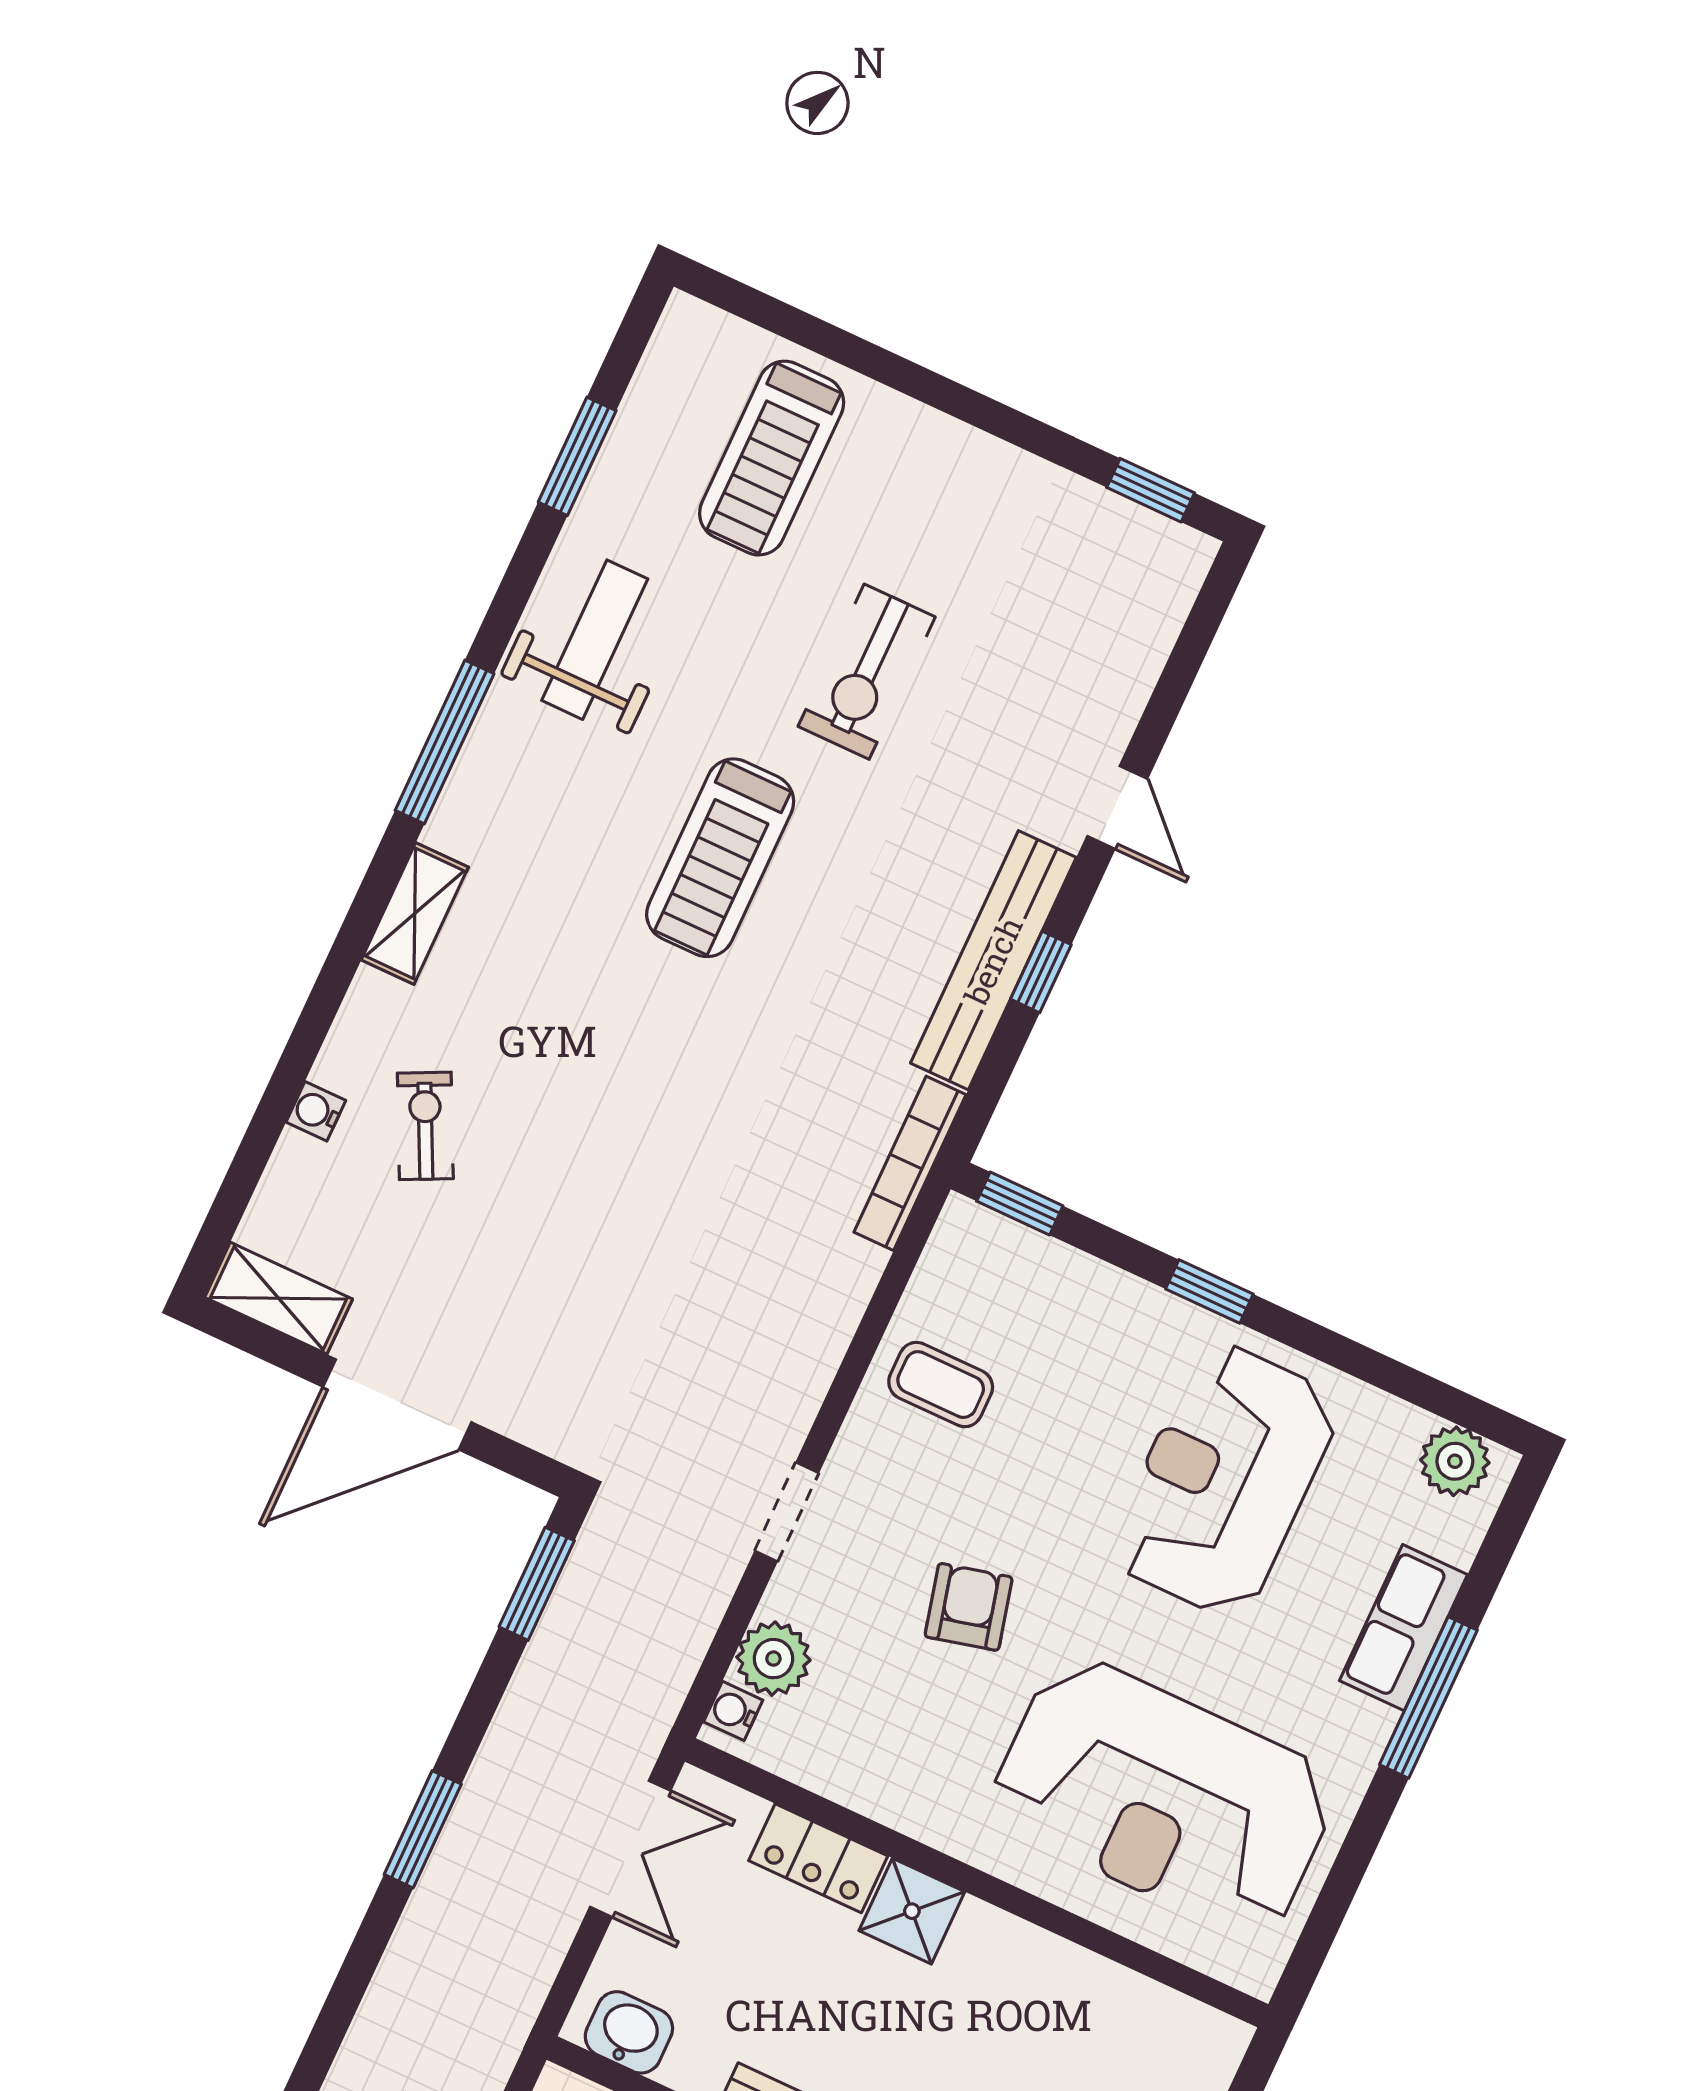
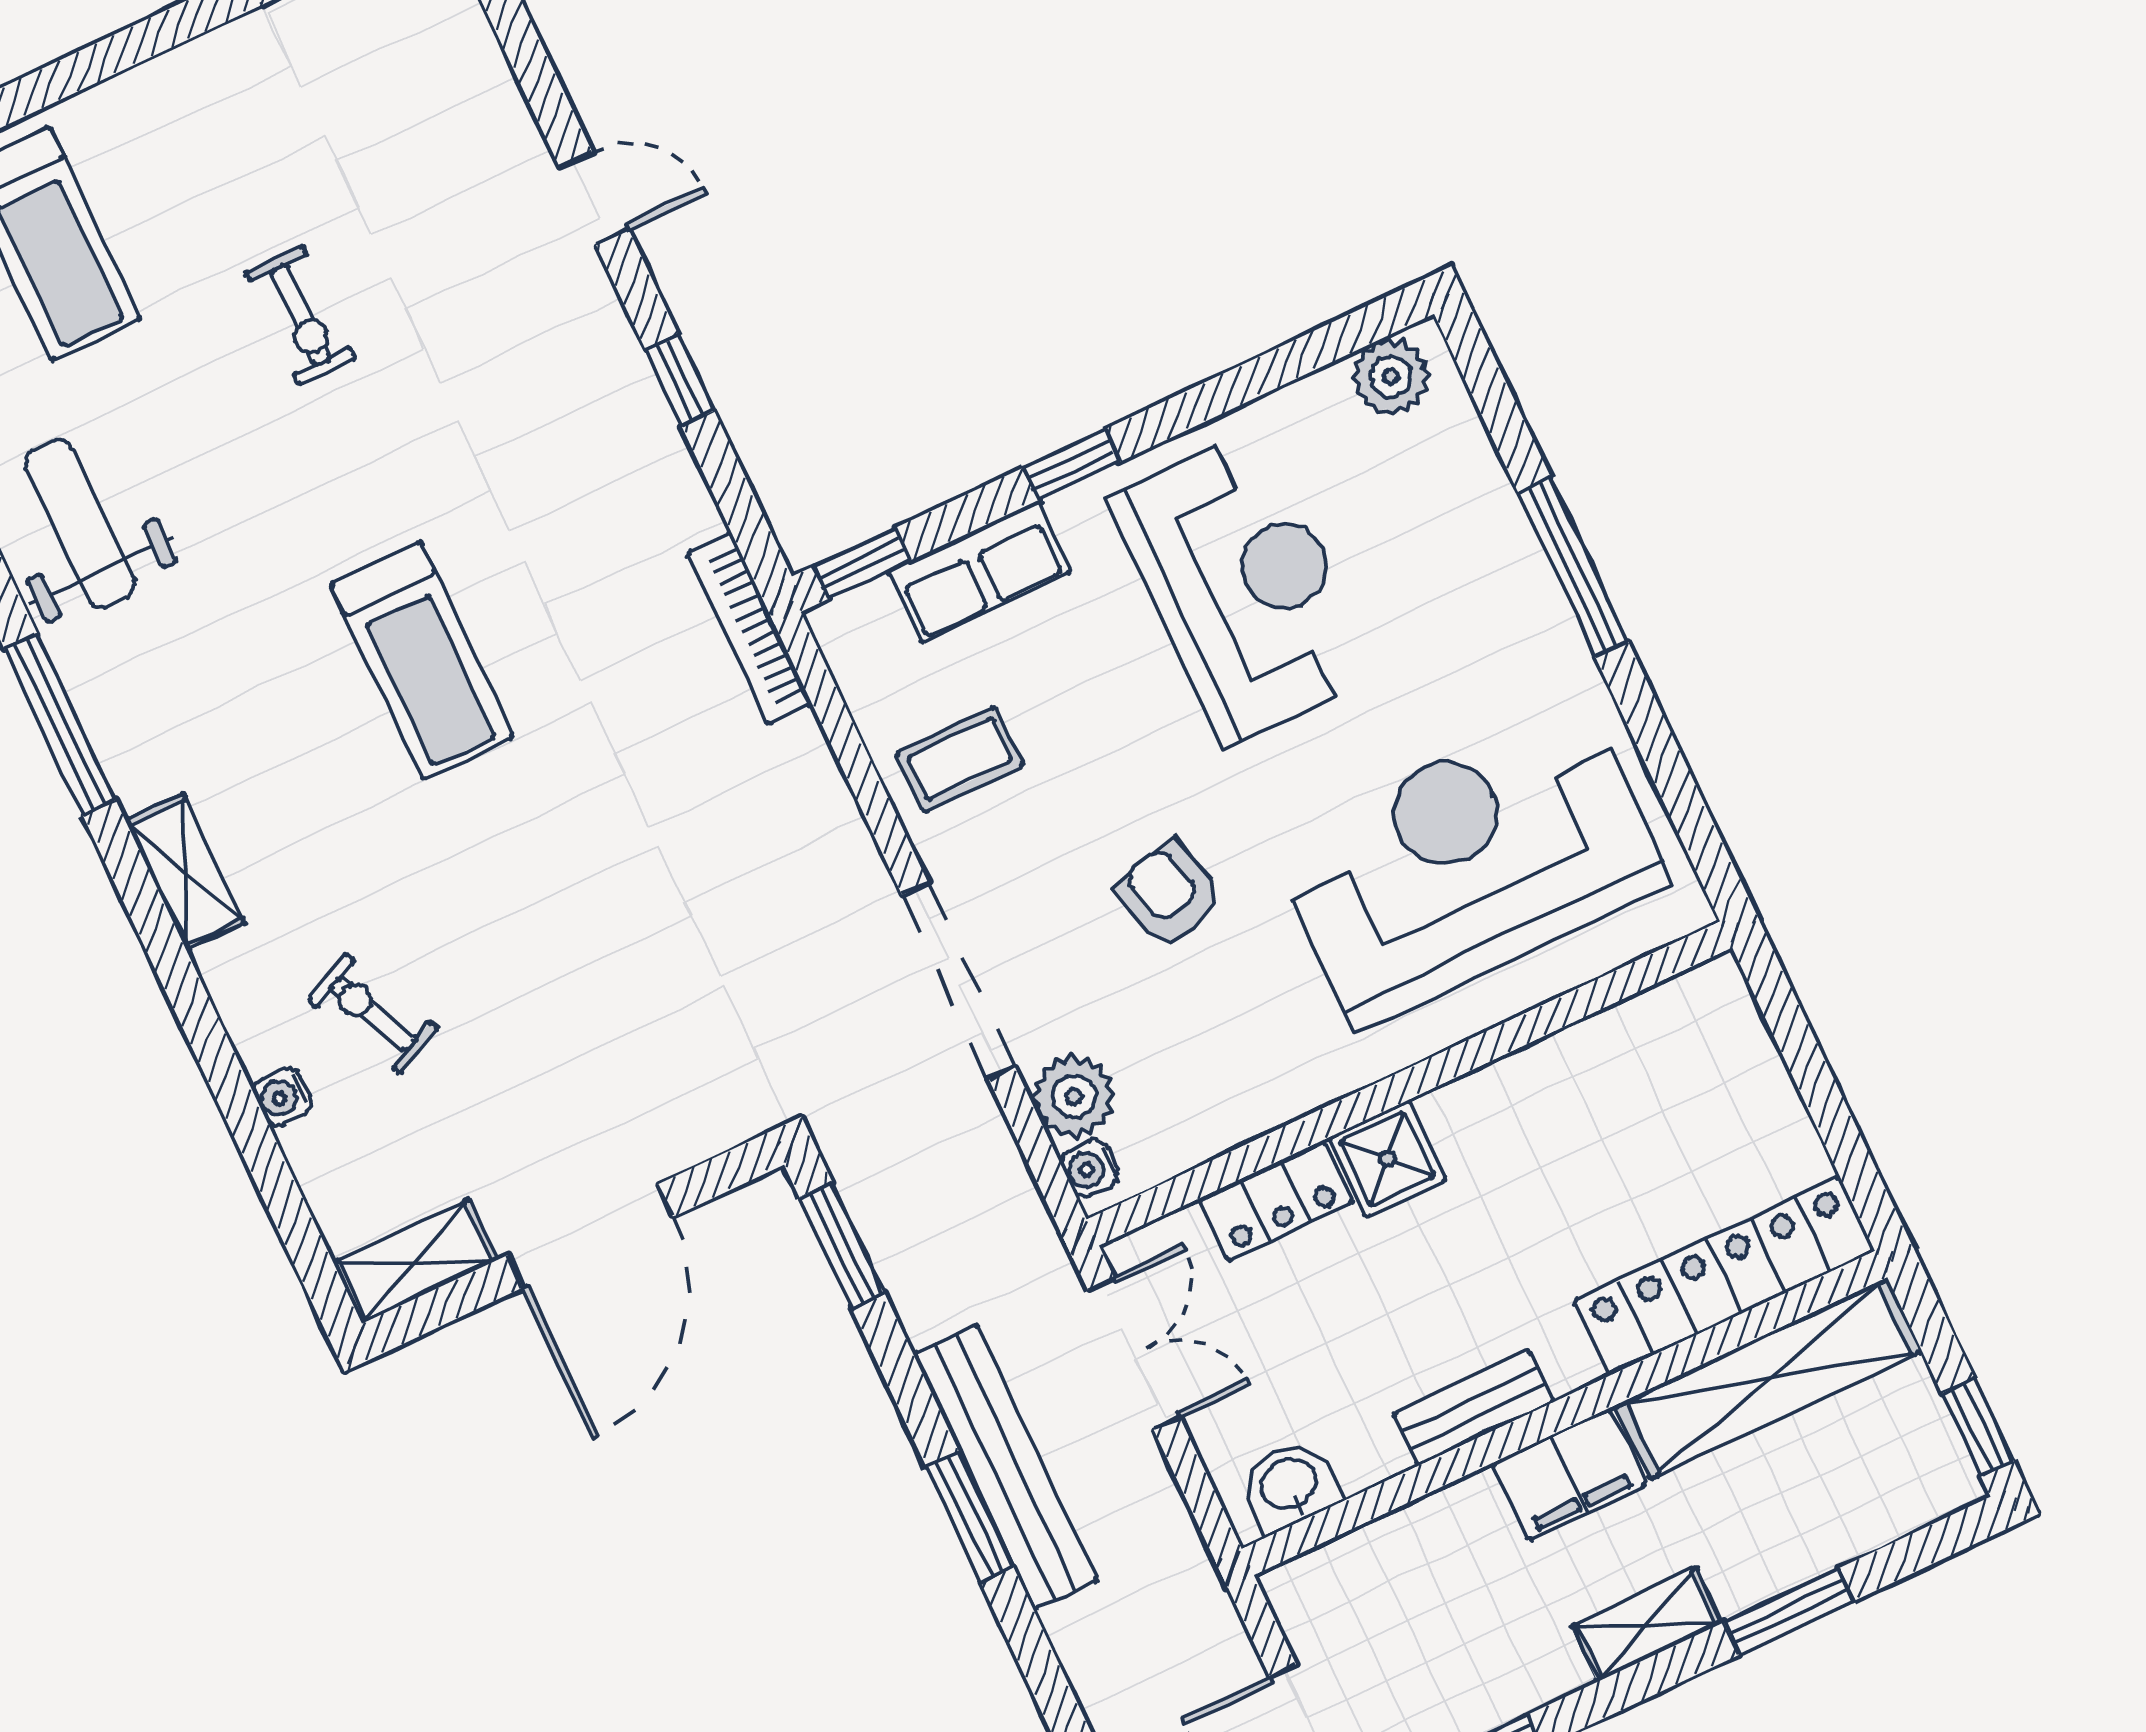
exercise bike: (867, 672) -> (301, 315), width x0.73, depth x0.72
treadmill: (720, 858) -> (422, 661), moved
bench: (993, 960) -> (1005, 1467), moved
reception desk: (1224, 1480) -> (1243, 586), turned 180
doorway: (787, 1512) -> (959, 981), width x1.88
row of seats: (1403, 1628) -> (979, 572), moved, turned -90
reception desk: (1164, 1797) -> (1469, 863), turned 180

